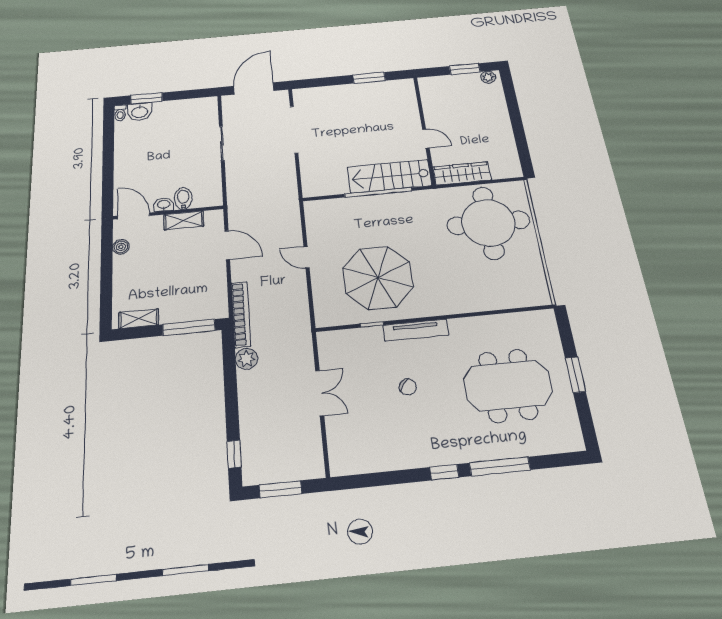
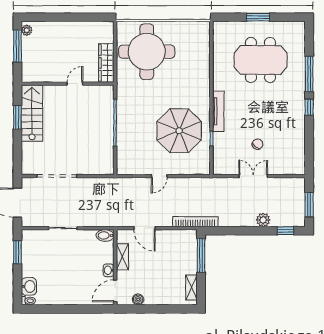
window: (465, 69) -> (17, 46), width x1.44
window: (146, 98) -> (17, 252), moved
stairs: (390, 176) -> (32, 113), moved, turned 180
bidet: (183, 198) -> (105, 235), moved
door: (227, 245) -> (144, 228), swing flipped
plant: (246, 359) -> (263, 220), moved
meeting table: (508, 386) -> (261, 60), turned 90
chair: (408, 387) -> (258, 144), moved

